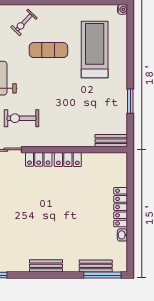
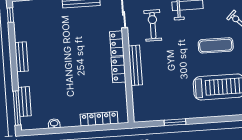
exercise mat: (48, 50) -> (216, 45), turned 90
bench: (111, 141) -> (135, 65), moved, width x1.36
locker: (121, 207) -> (99, 119), moved

